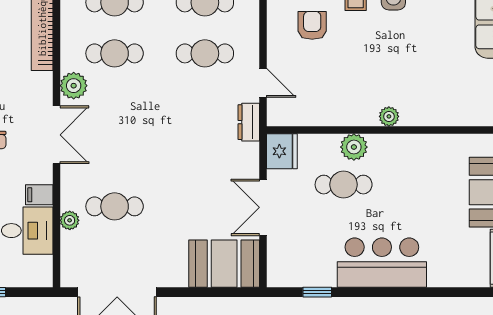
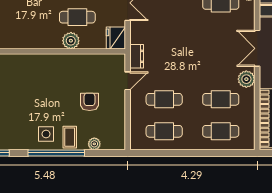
armchair: (312, 25) -> (90, 102), moved, turned 180
door: (263, 83) -> (128, 81), swing flipped
plant: (389, 116) -> (49, 60), removed

